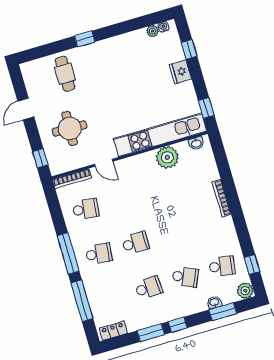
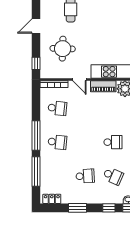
piano: (138, 162) -> (103, 86), added
school desk: (135, 243) -> (113, 142), moved
window: (178, 325) -> (109, 208), moved

